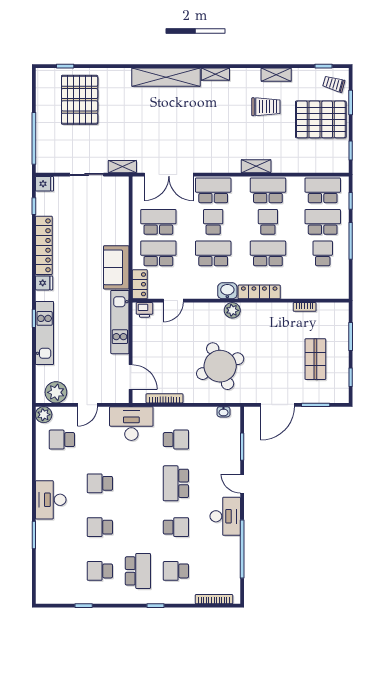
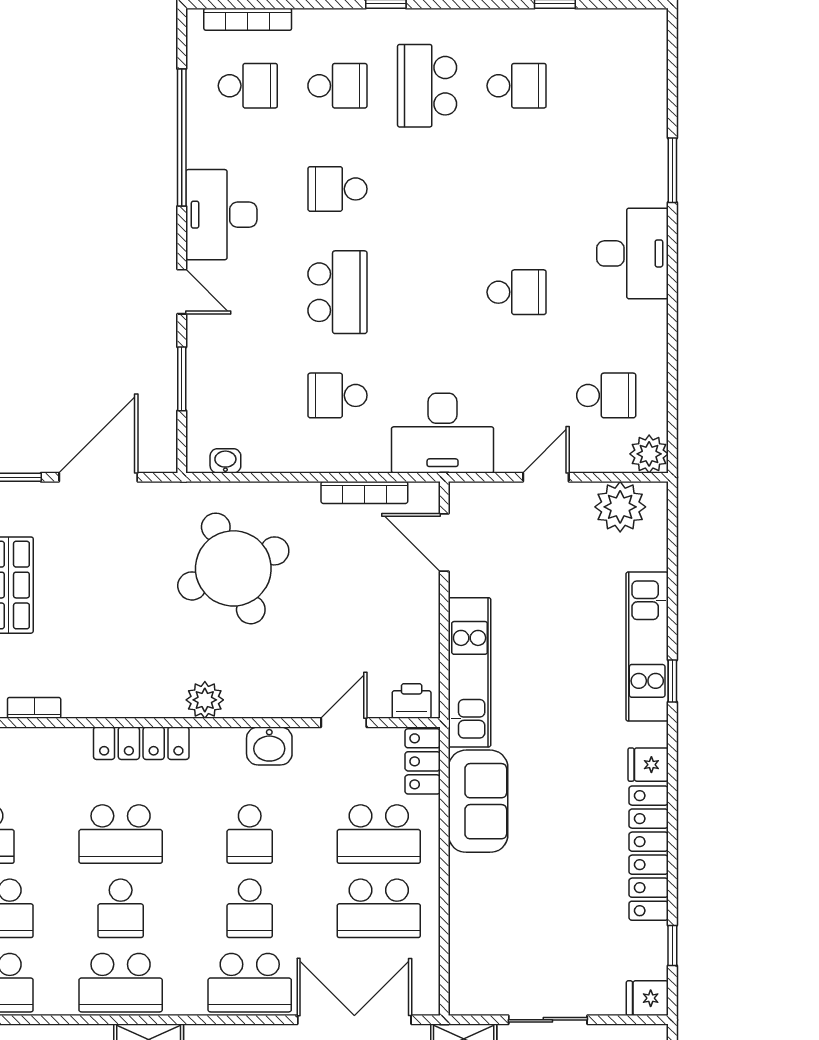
school desk: (213, 253) -> (250, 834), width x0.54
washbasin: (227, 291) -> (269, 746), moved
school desk: (100, 527) -> (248, 86), moved

